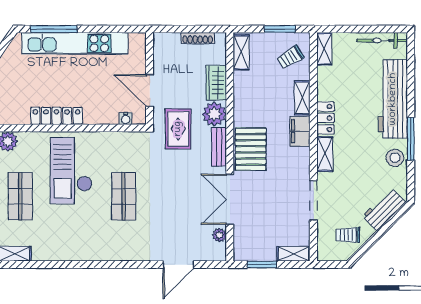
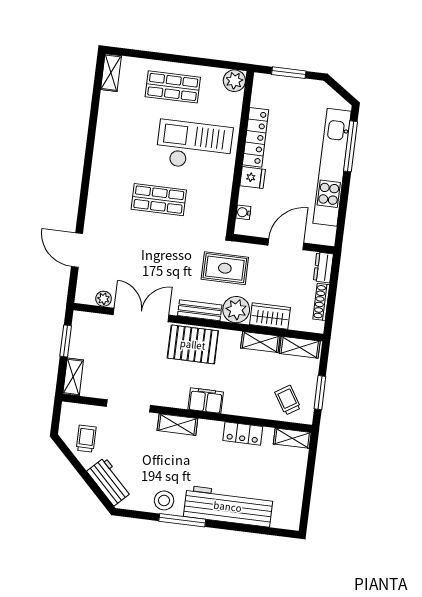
dresser: (166, 40) -> (323, 267), added
bicycle: (382, 40) -> (294, 502), removed
door: (150, 90) -> (286, 244), moved
shelving: (302, 98) -> (260, 342), moved
fridge: (93, 114) -> (253, 178), added
locker: (326, 118) -> (243, 434), moved

